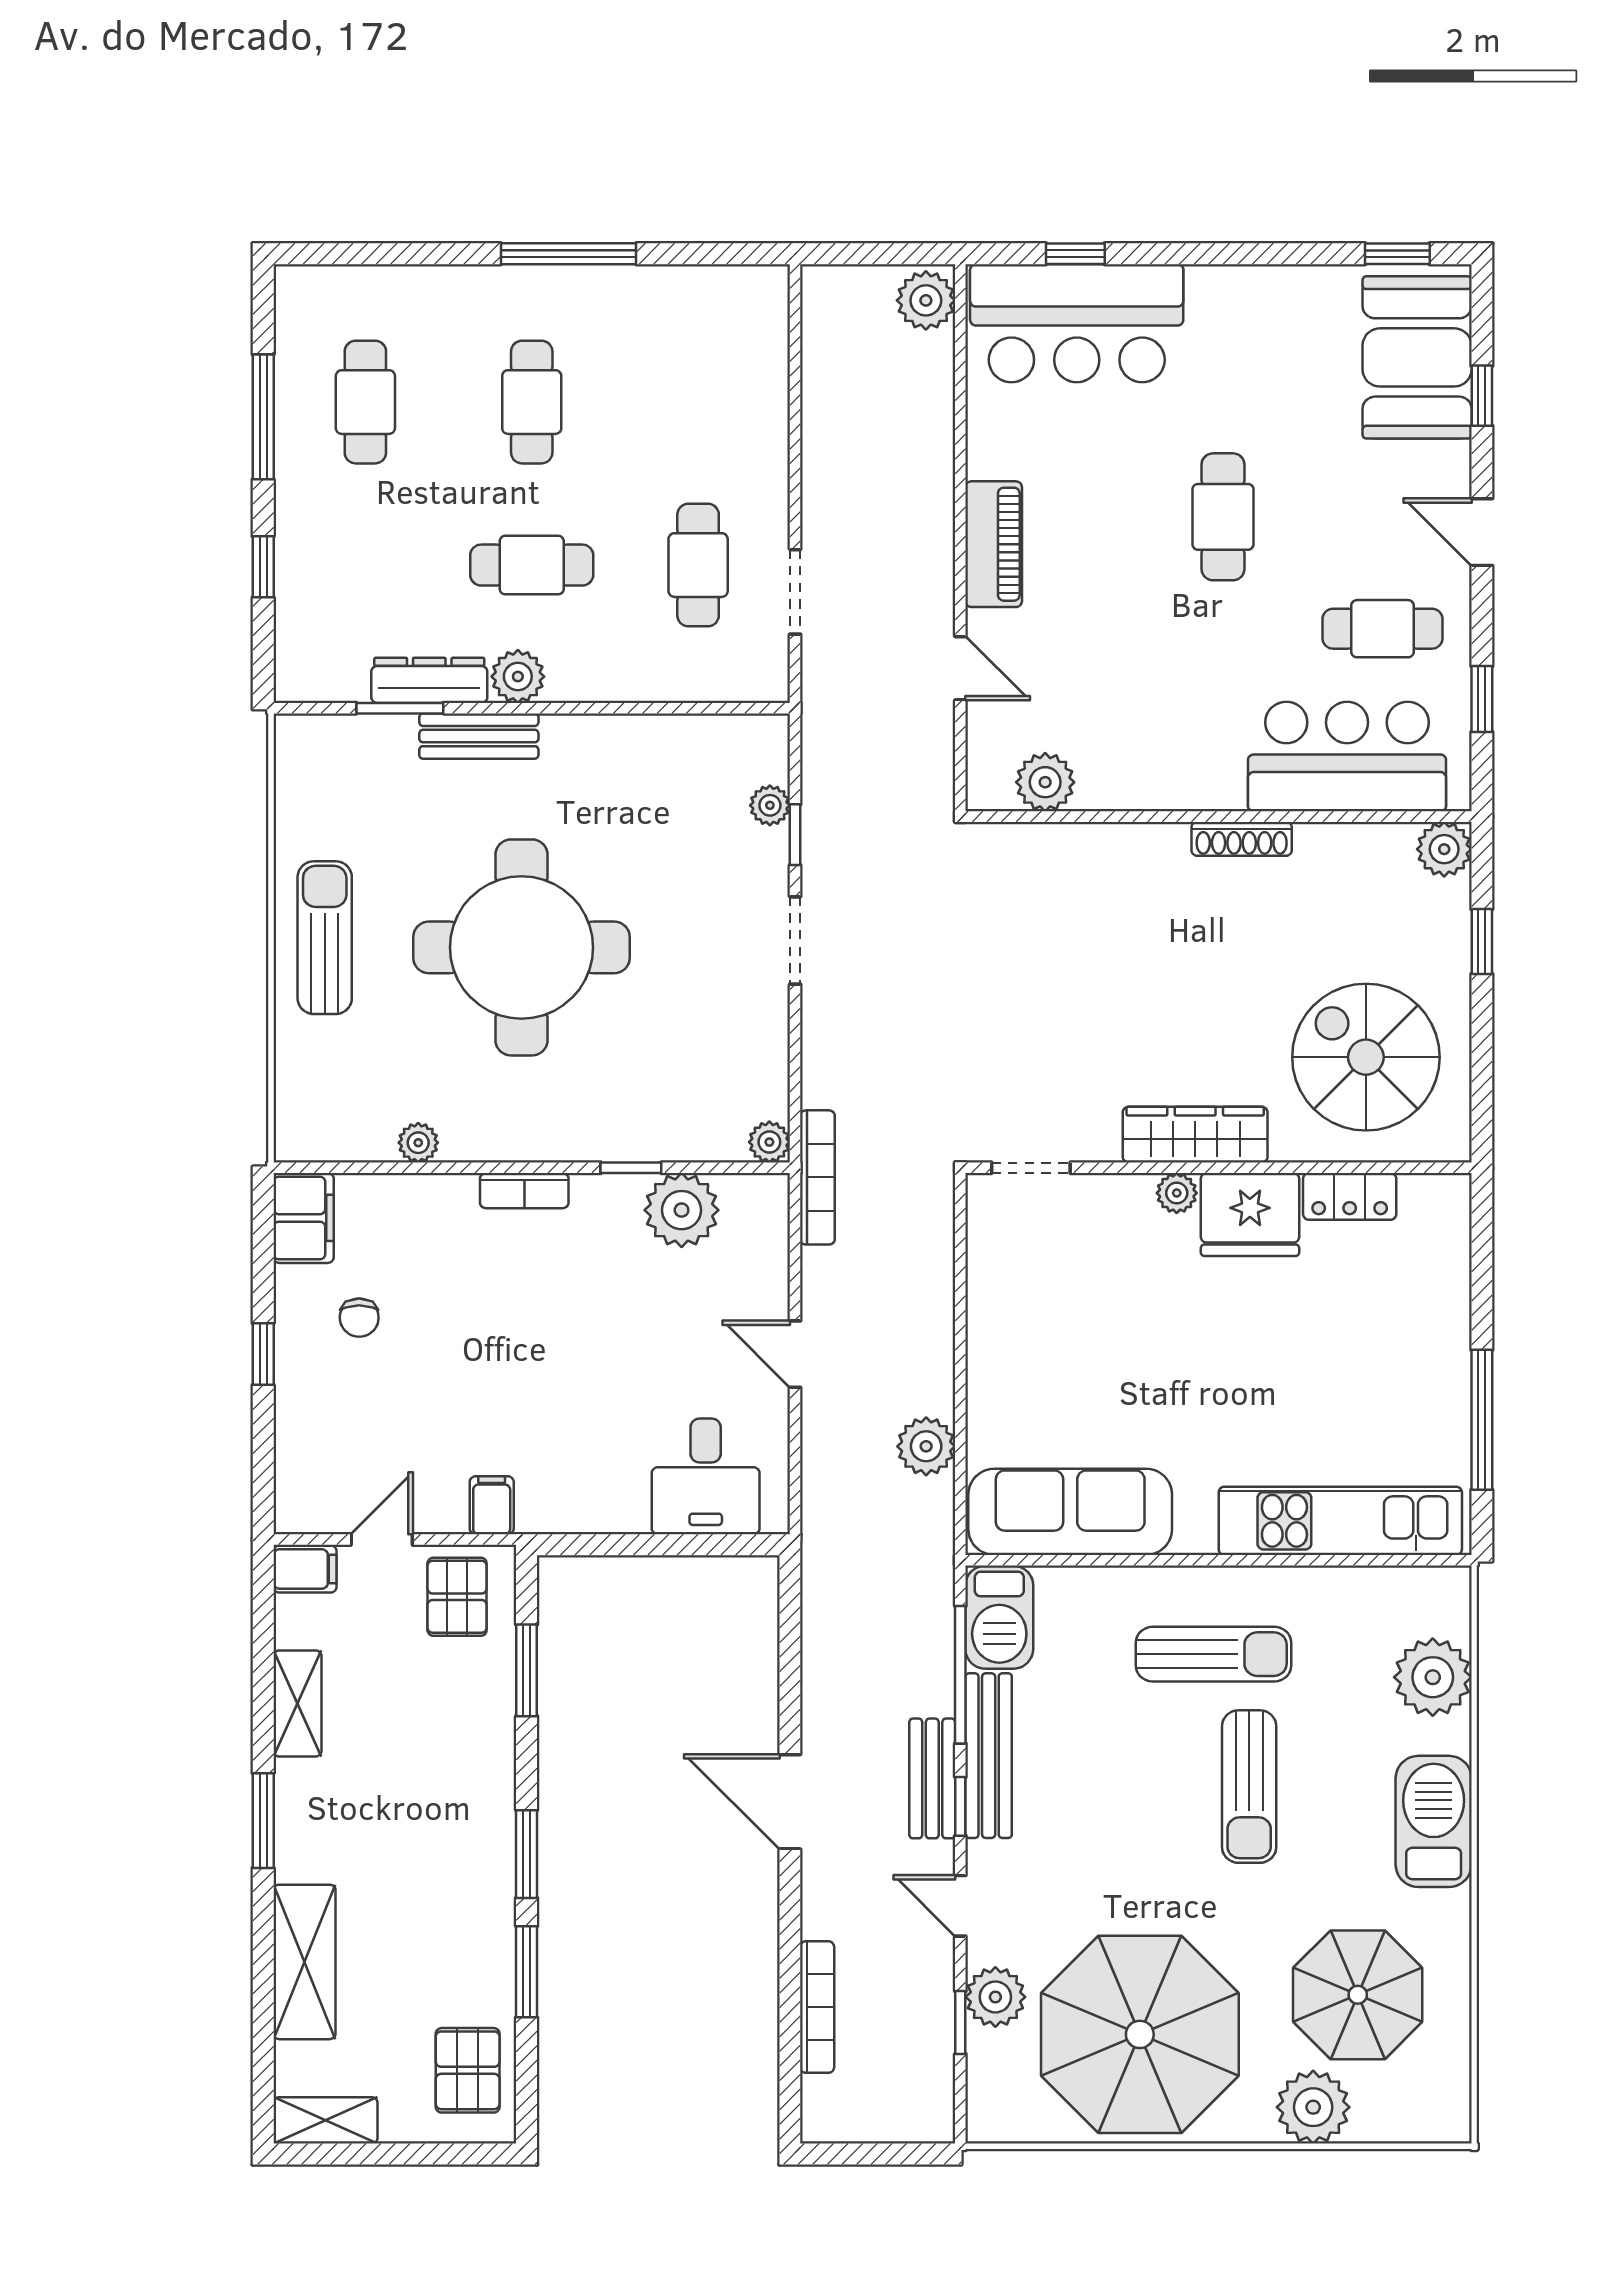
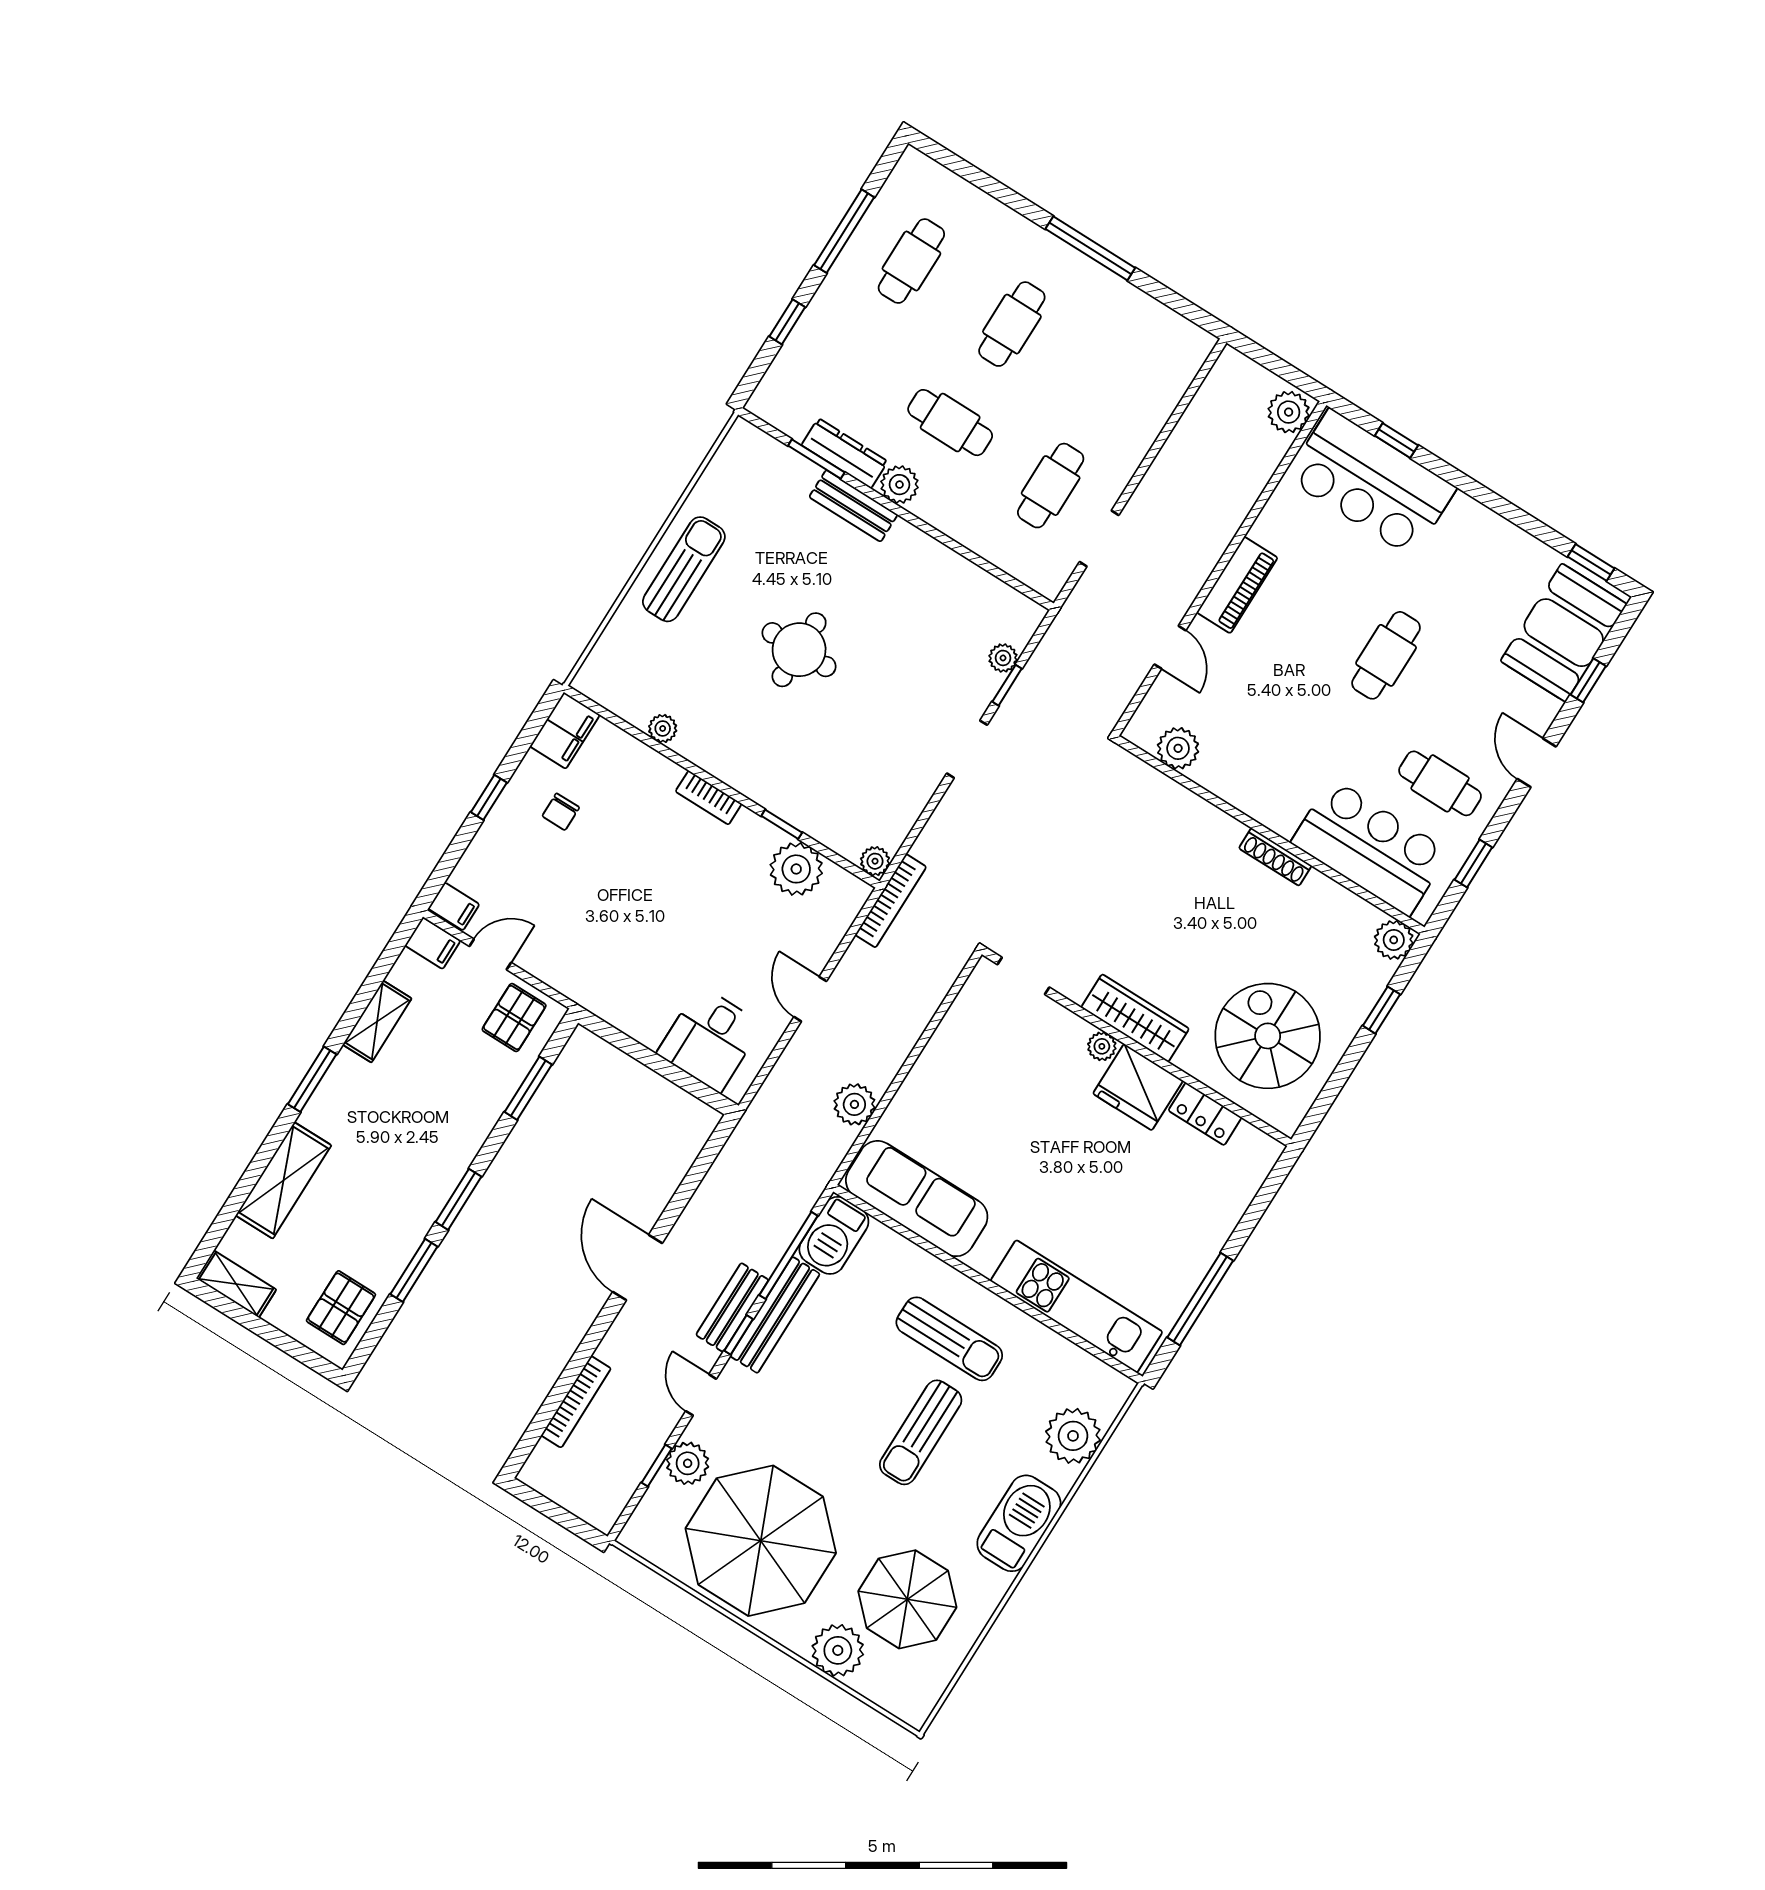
round table: (521, 947) -> (799, 650), width x0.54, depth x0.54
filing cabinet: (492, 1505) -> (454, 906), moved, turned 90

